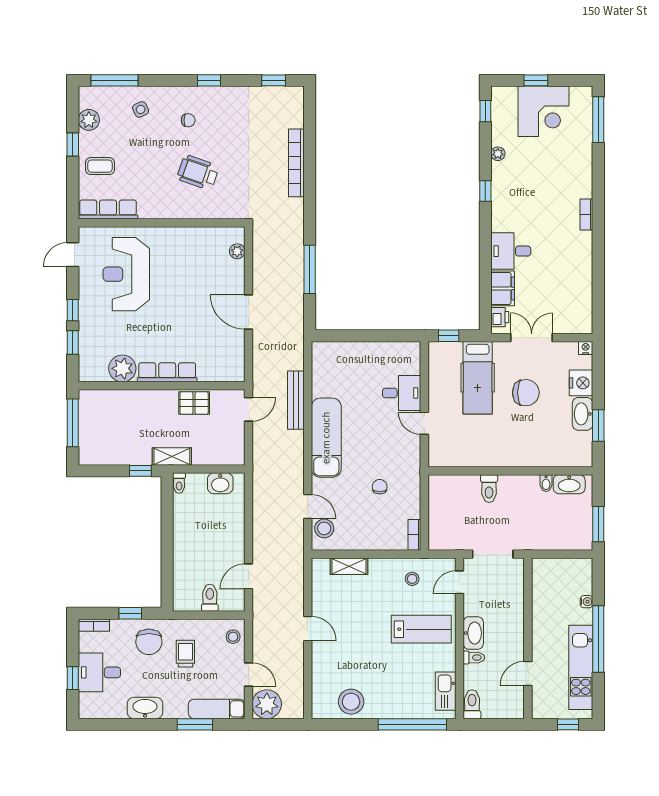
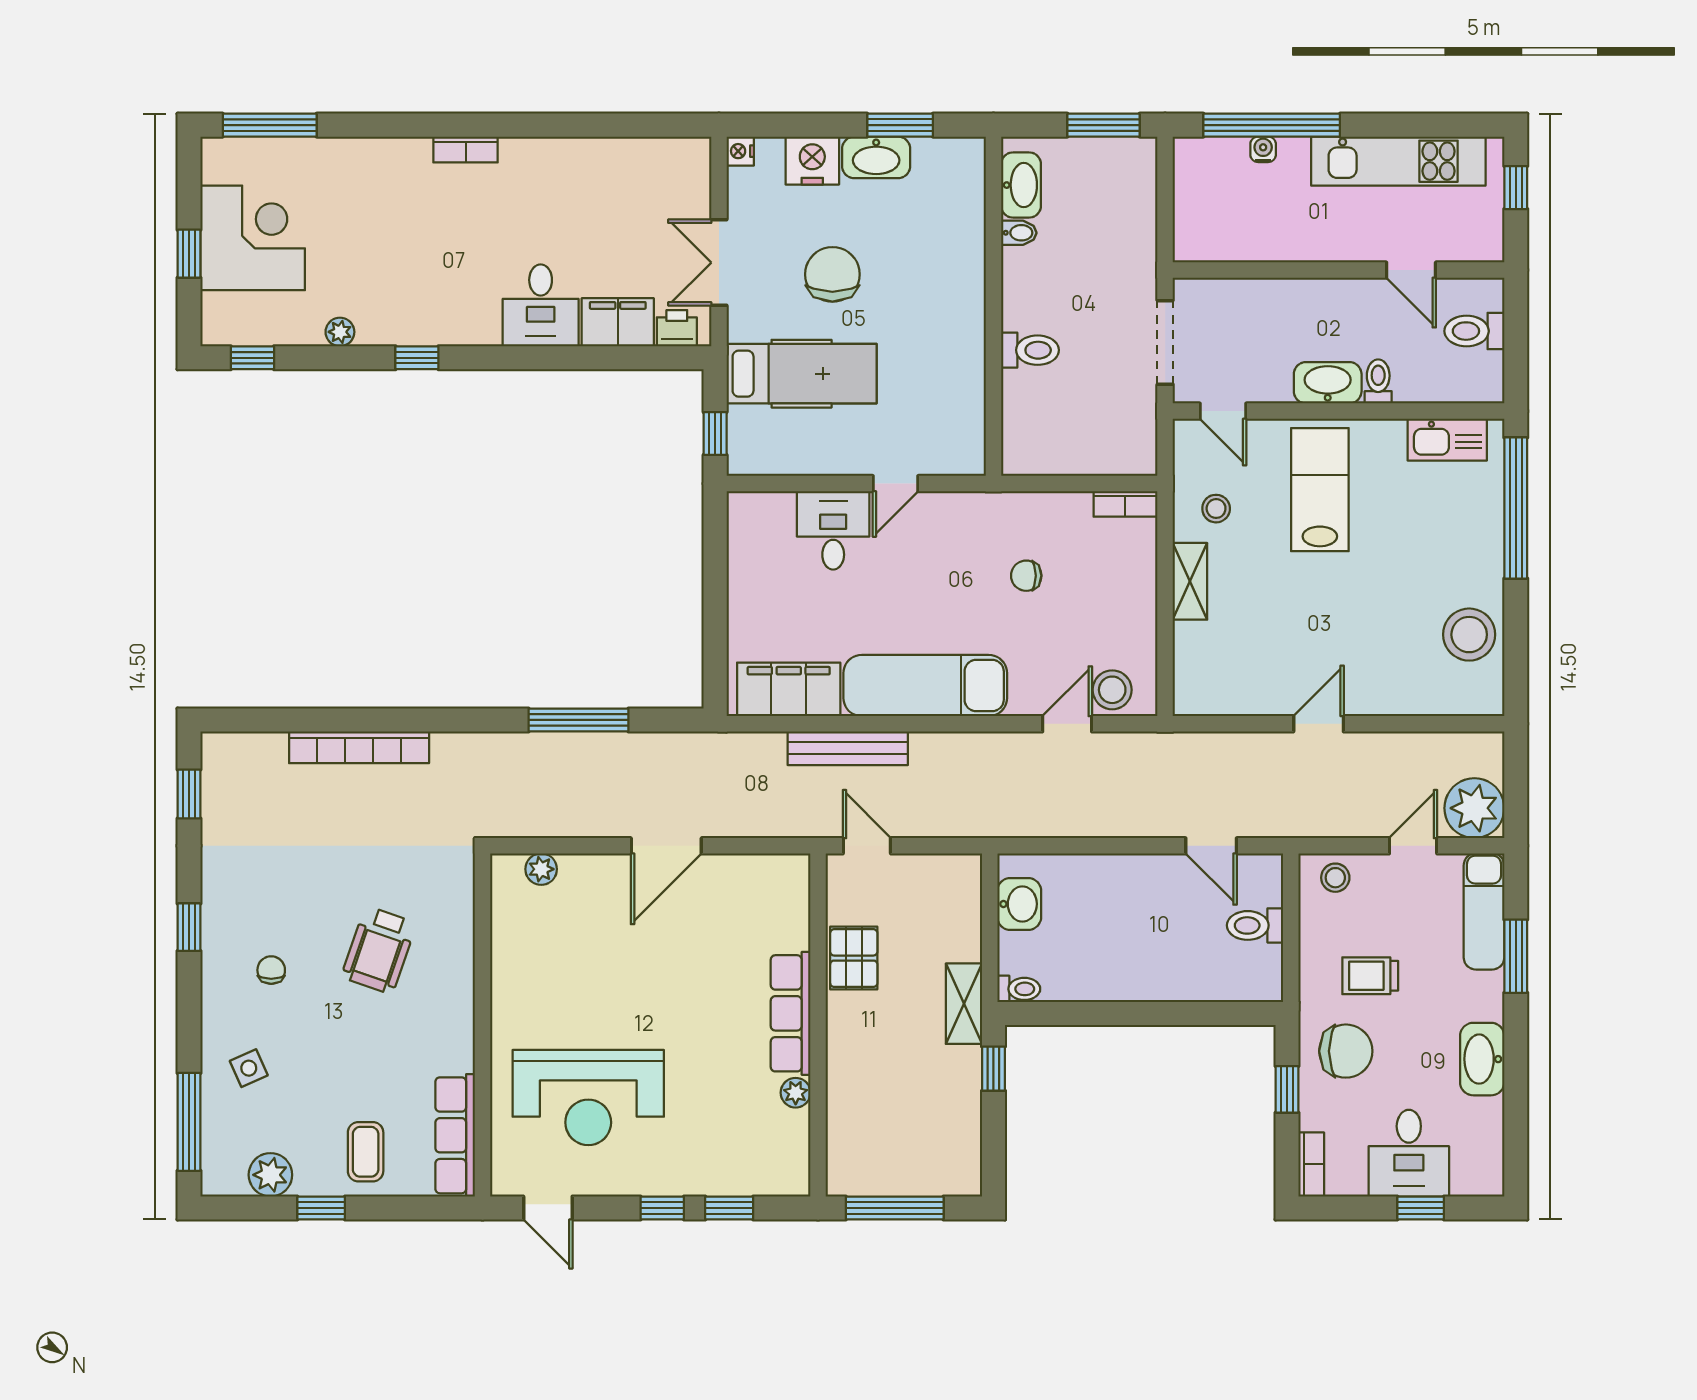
plant: (122, 368) -> (796, 1093), width x0.53, depth x0.53
filing cabinet: (324, 371) -> (789, 689), added
shelving: (349, 566) -> (1190, 581), moved
window: (598, 639) -> (1272, 125), moved
toilet: (472, 704) -> (1474, 331), moved

